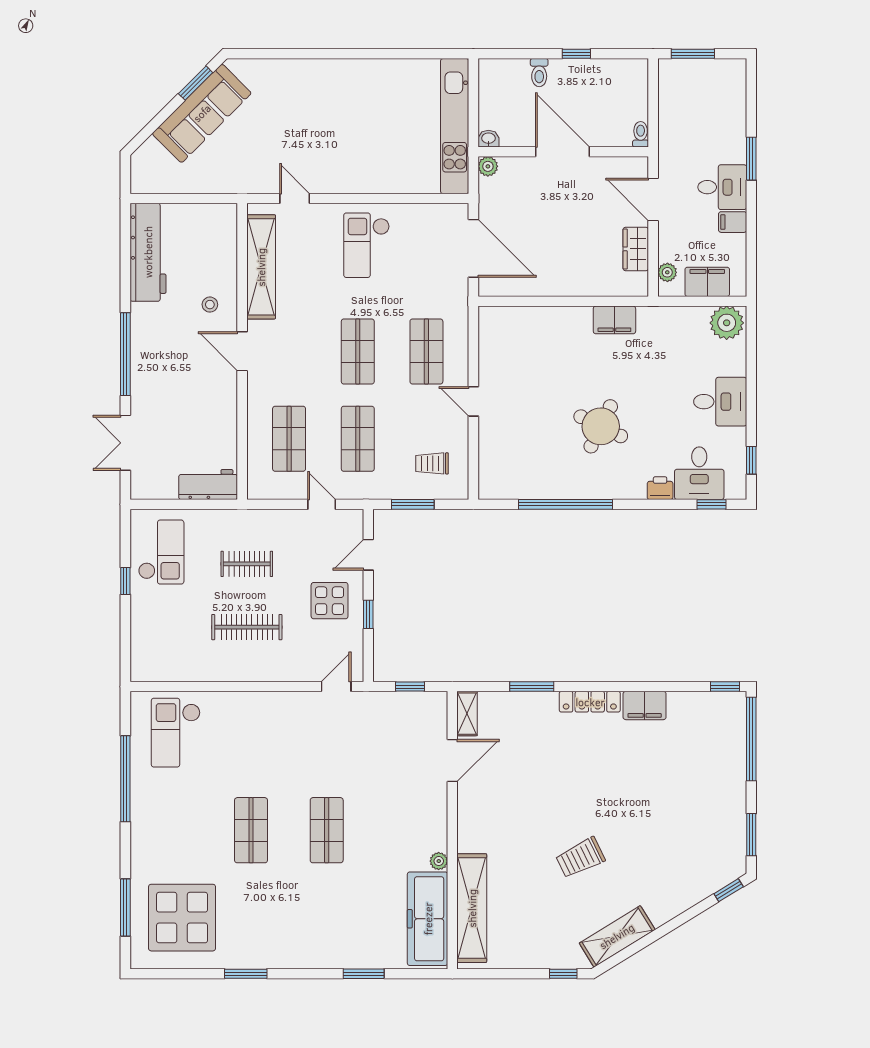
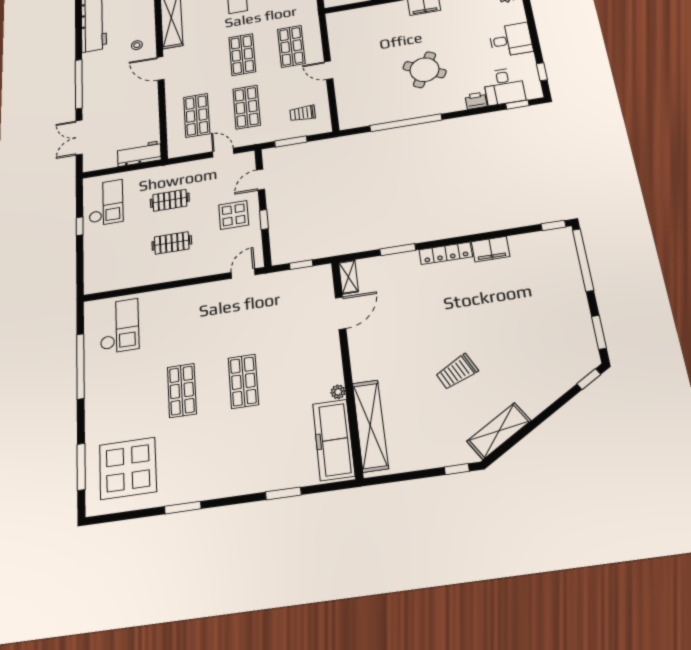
clothes rail: (247, 627) -> (172, 243), width x0.73
checkout: (176, 733) -> (119, 326), turned 180

